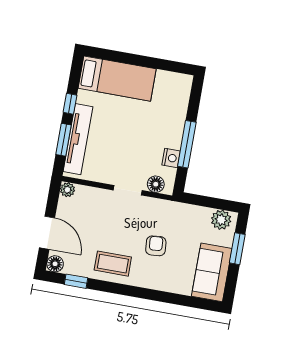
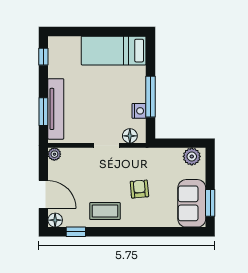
bed: (117, 79) -> (114, 51), moved, turned 180
window: (70, 104) -> (43, 57), moved
window: (237, 249) -> (210, 203), moved

